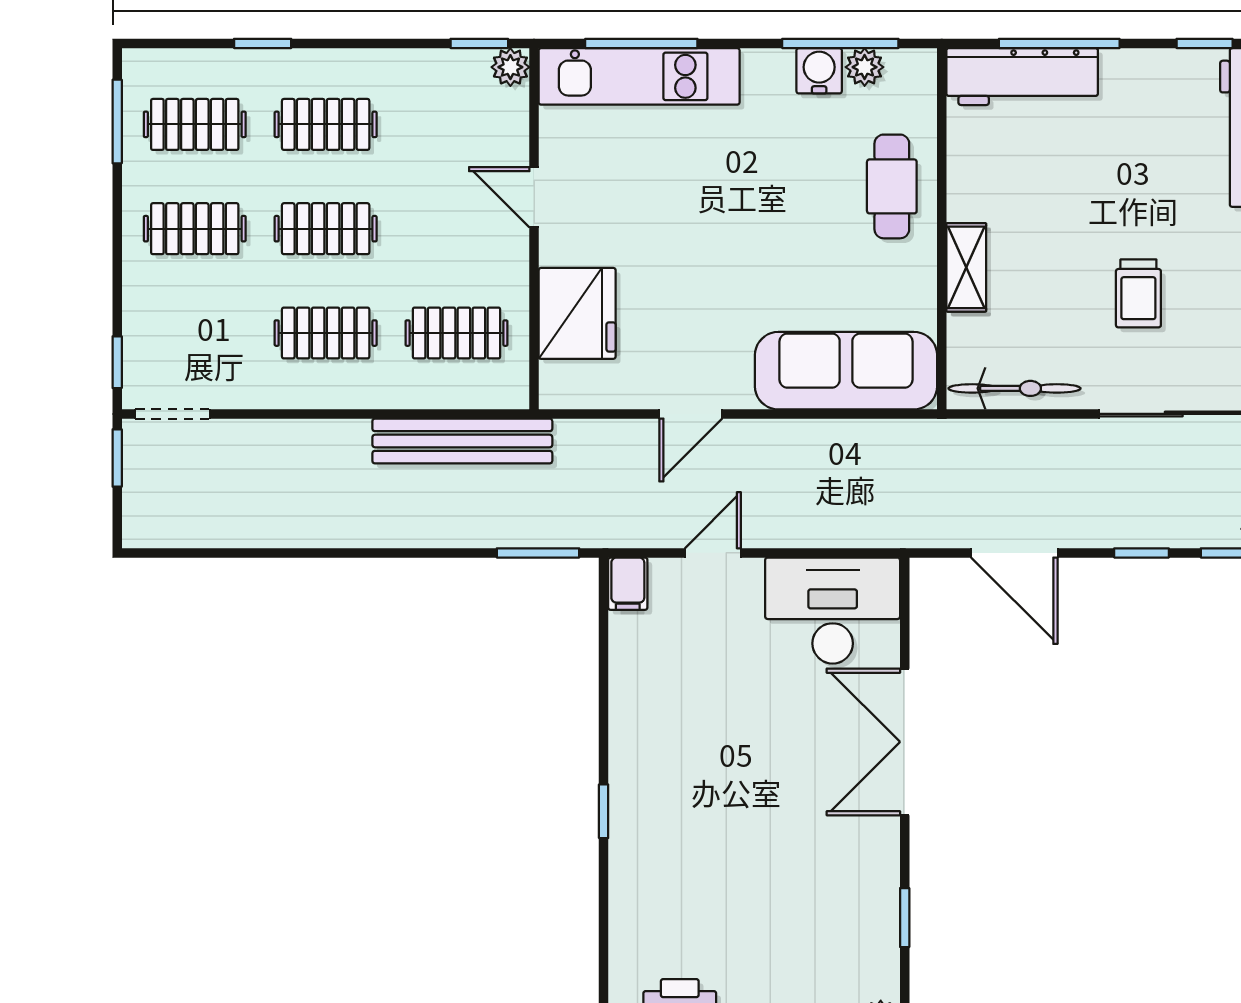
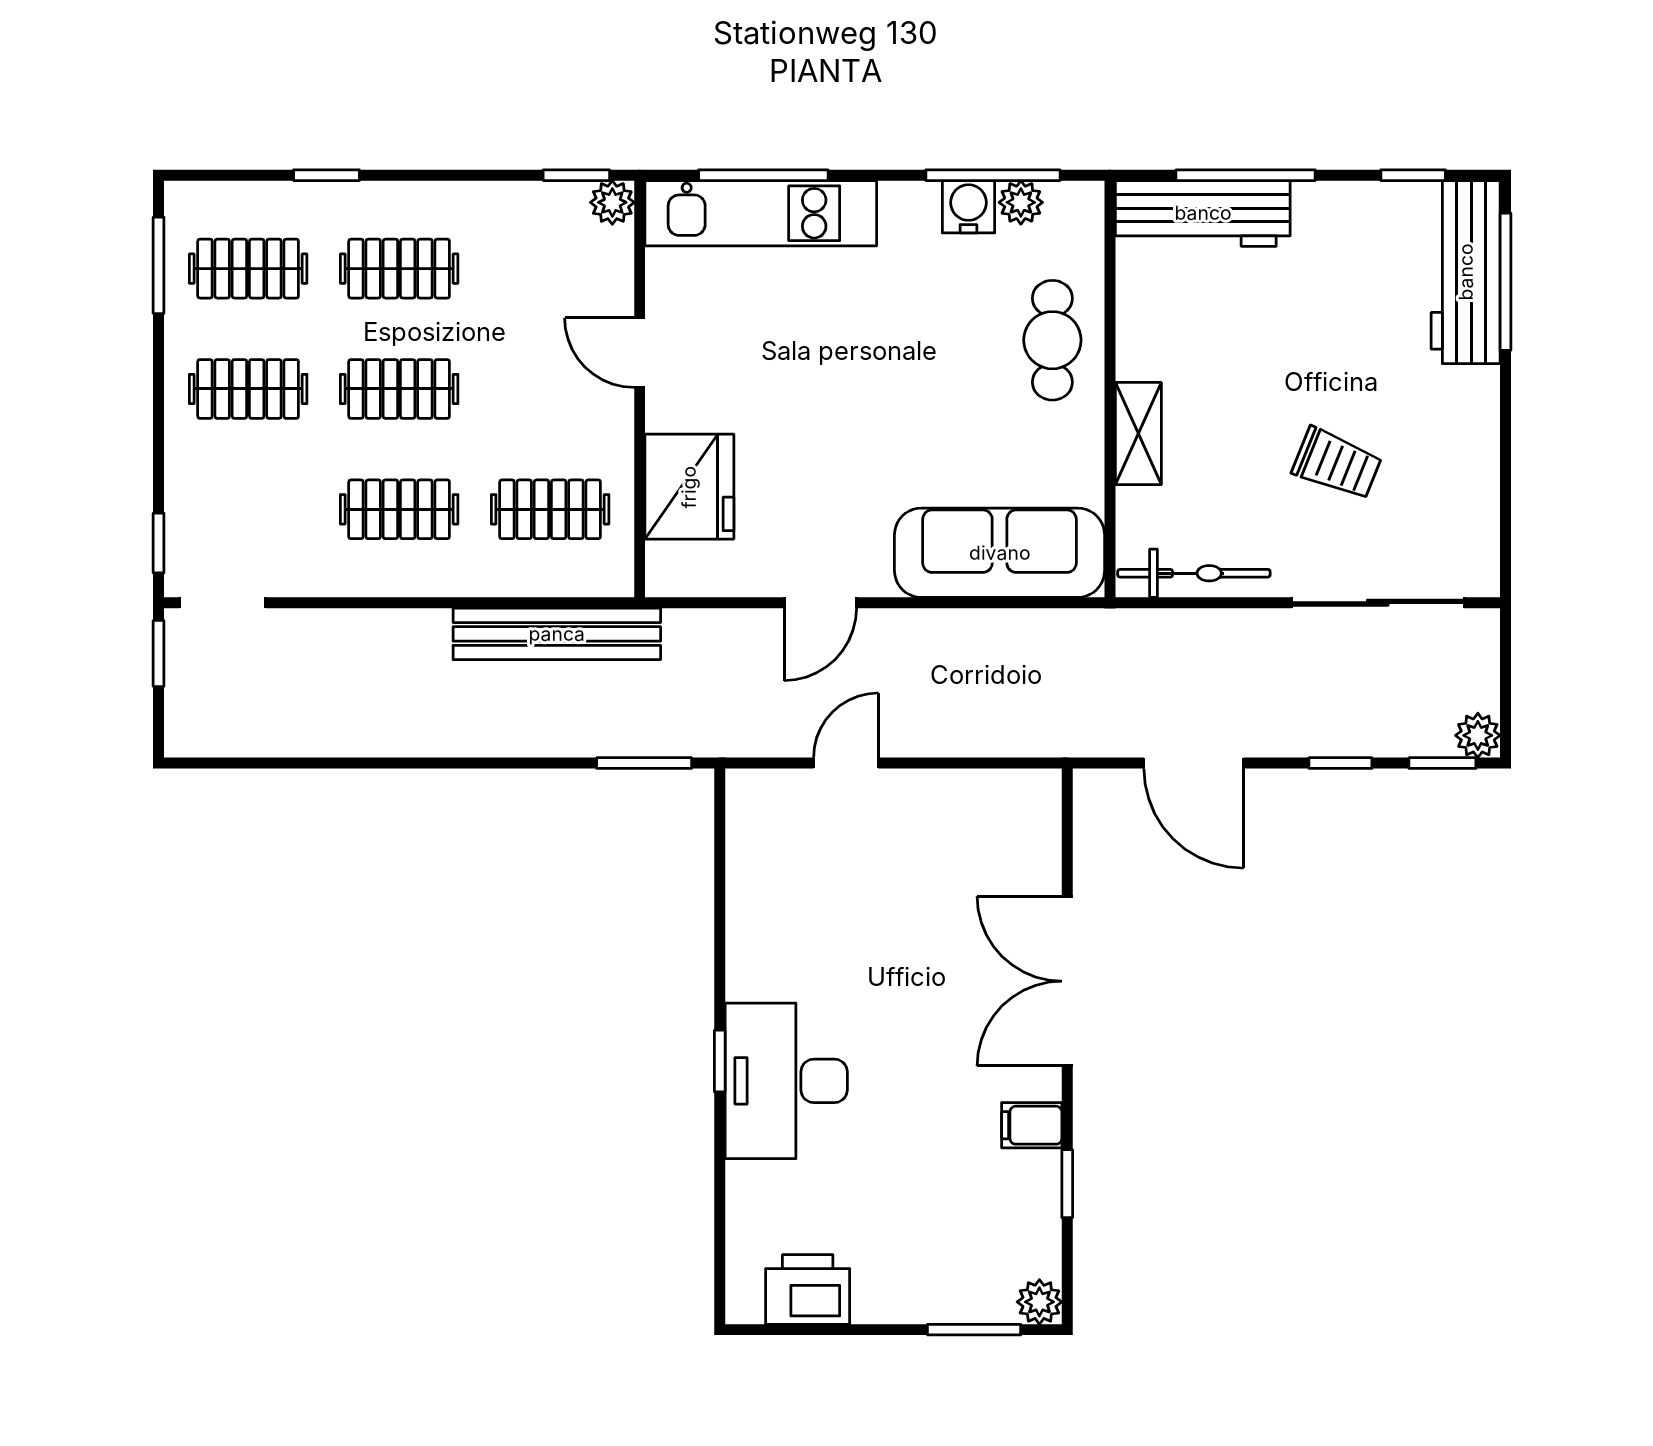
trolley: (1138, 293) -> (1337, 464), turned -68
filing cabinet: (628, 584) -> (1032, 1125), moved, turned 90
desk: (833, 611) -> (786, 1081), moved, turned -90

